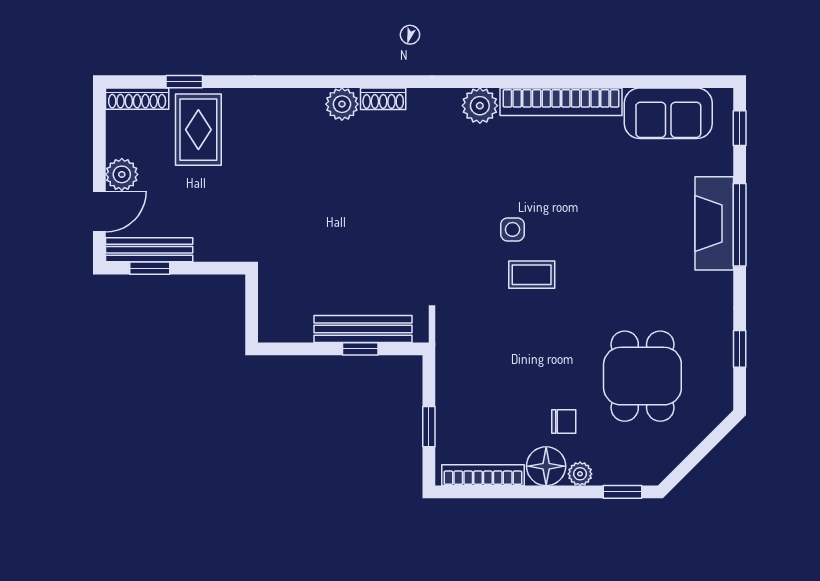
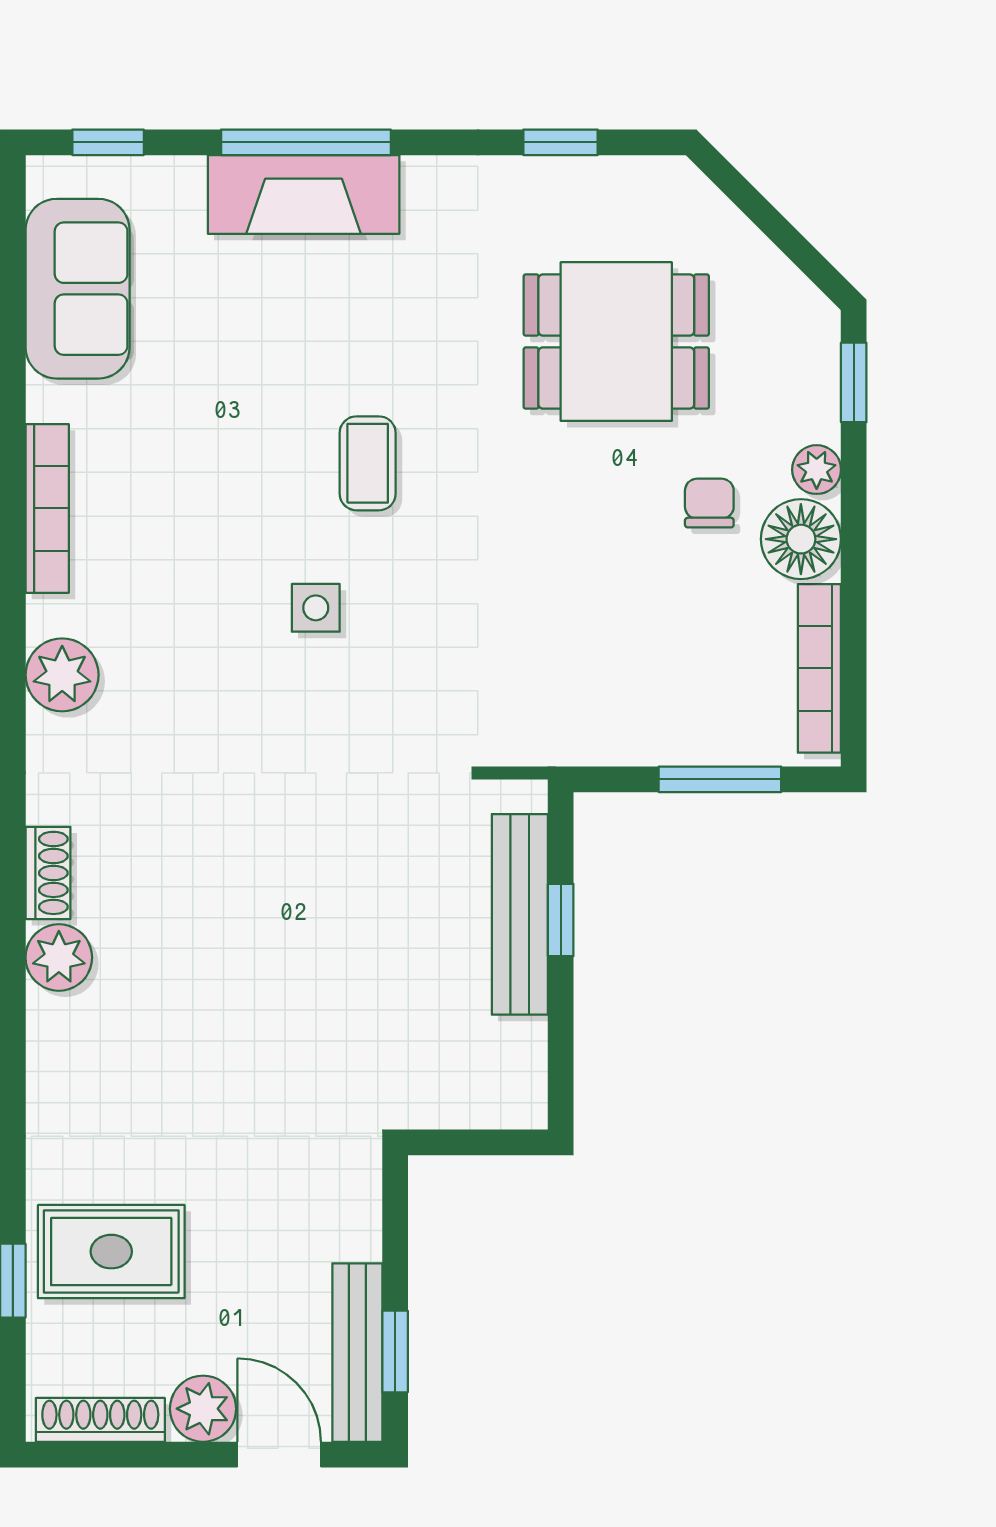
shoe rack: (137, 99) -> (100, 1420), moved, turned -90
bookcase: (561, 102) -> (47, 508), width x0.68, depth x0.76
coffee table: (532, 275) -> (368, 463), moved
window: (429, 427) -> (720, 779), width x1.50

